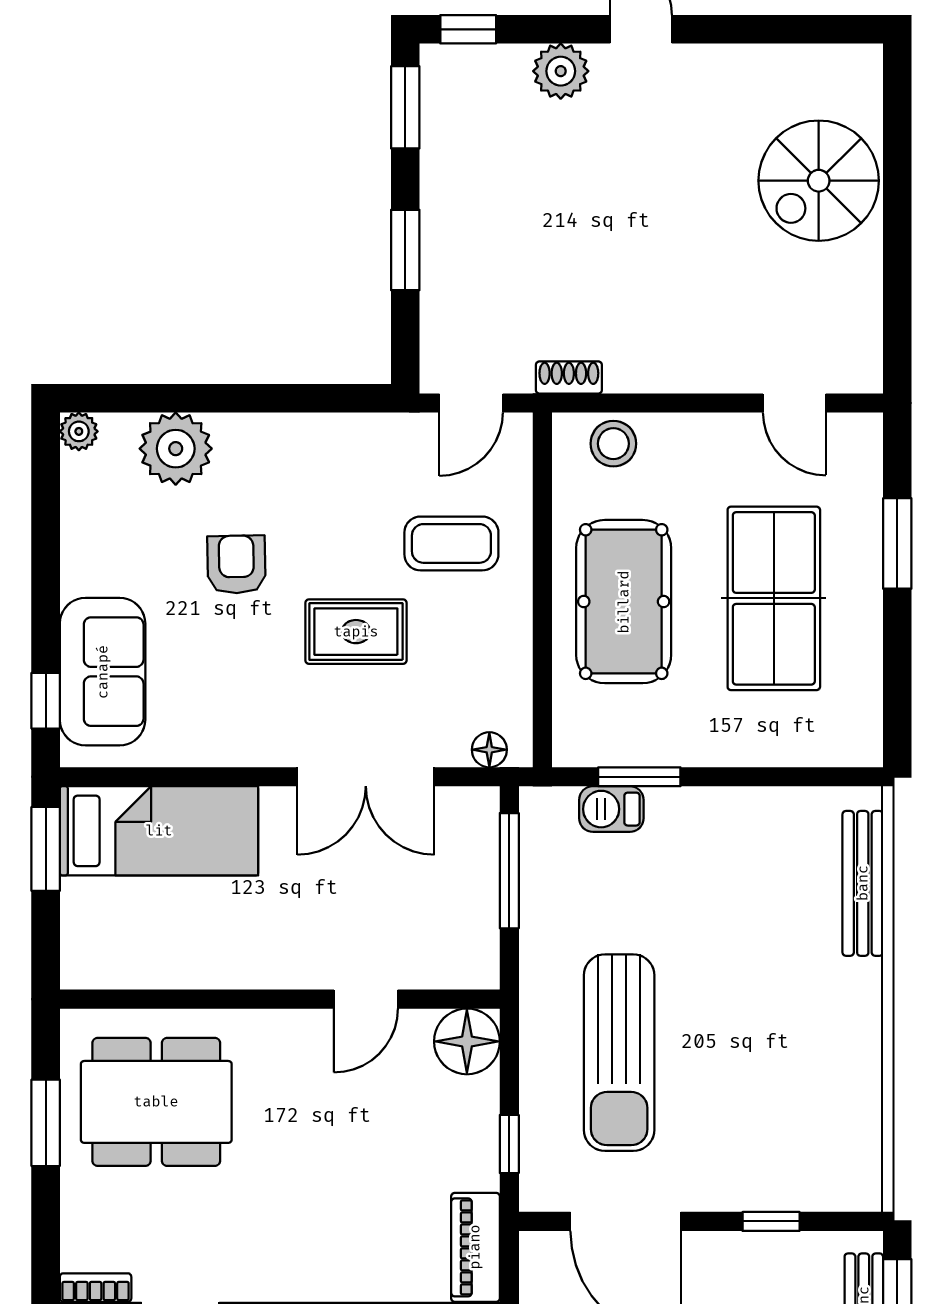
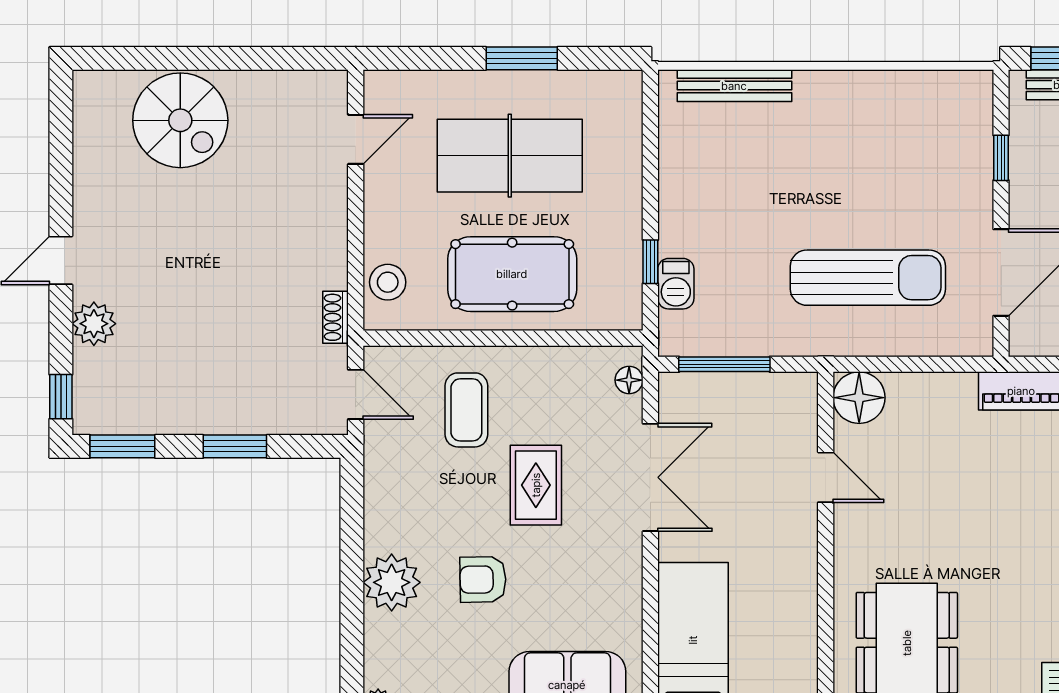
plant: (176, 449) -> (392, 582), moved
window: (897, 543) -> (522, 58), moved
window: (639, 777) -> (650, 262), width x0.67
window: (509, 1144) -> (940, 364), removed

